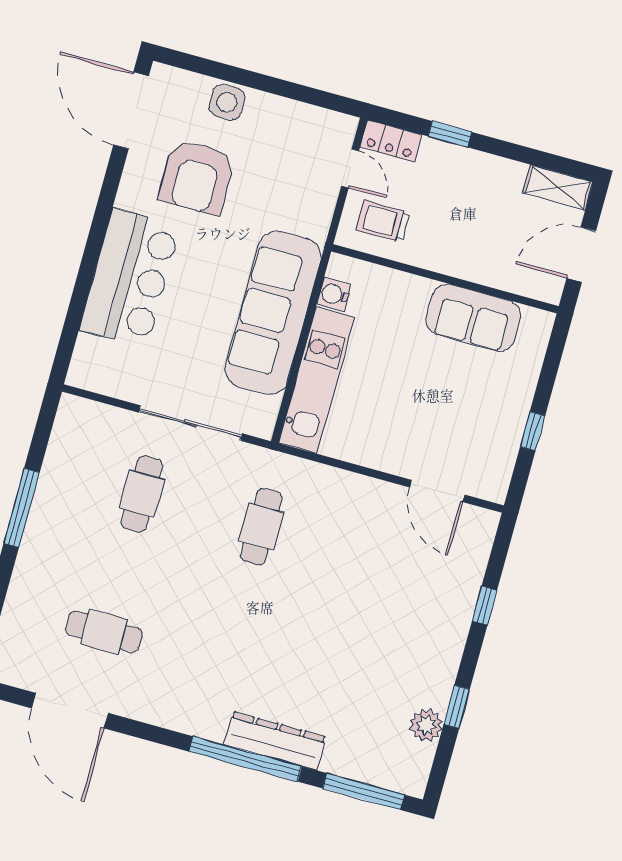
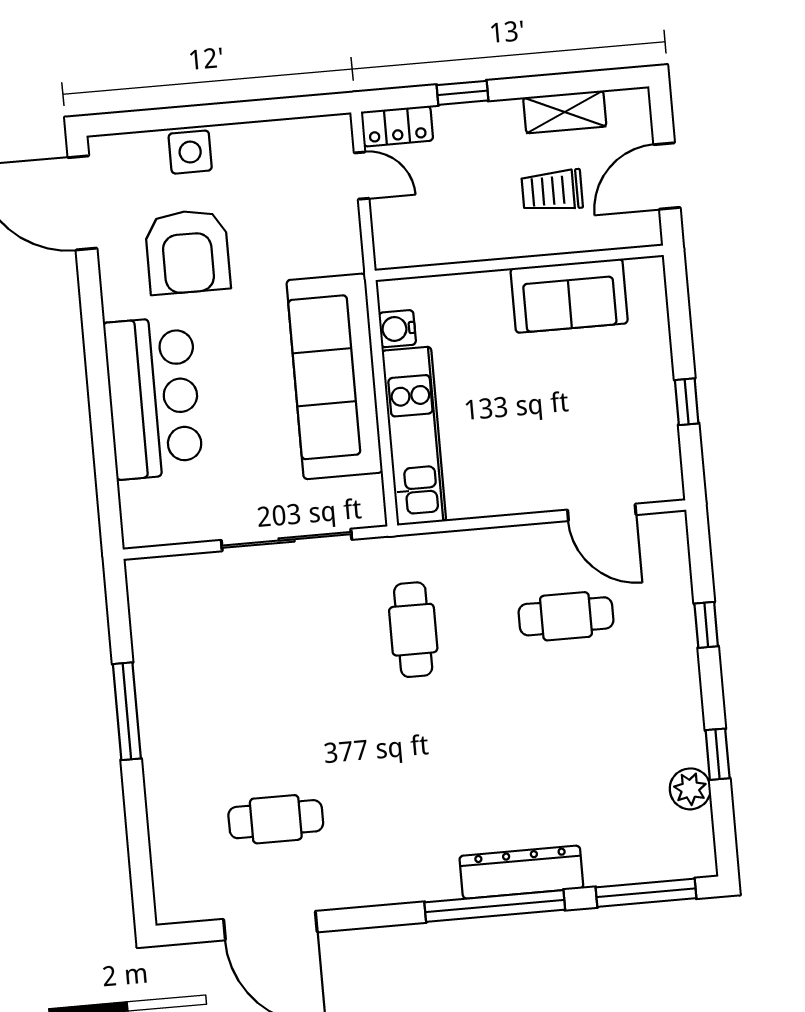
shelving: (558, 187) -> (565, 112), moved
trolley: (383, 221) -> (552, 191), moved
cafe table: (142, 494) -> (566, 616), moved, turned 90

